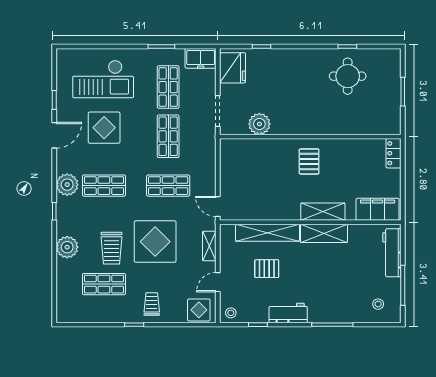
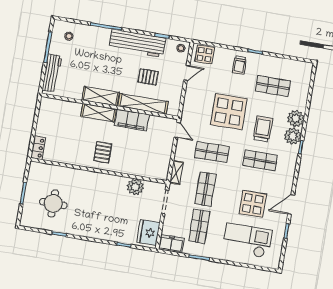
round table: (348, 76) -> (53, 204), moved
plant: (67, 185) -> (293, 136), moved
filing cabinet: (378, 209) -> (132, 120), moved
shelving: (209, 246) -> (176, 173), moved
trolley: (111, 248) -> (263, 129), moved
workbench: (288, 313) -> (137, 43), width x1.87, depth x1.32

